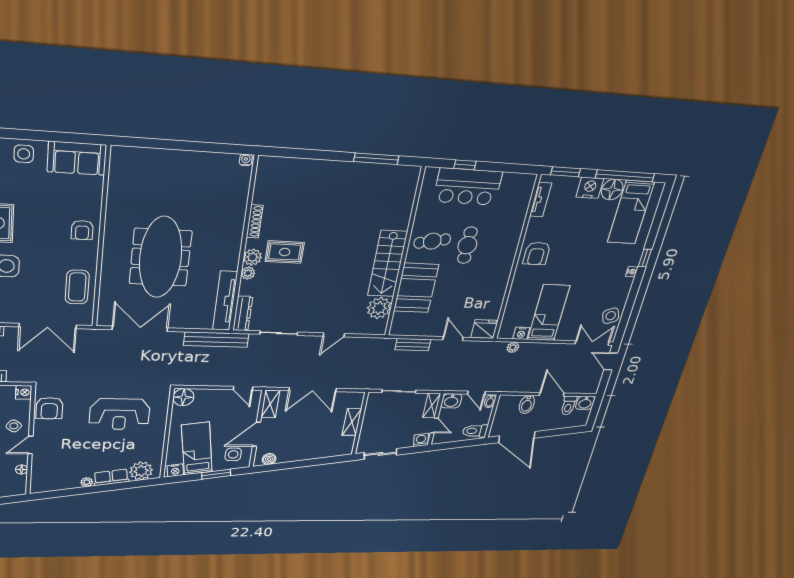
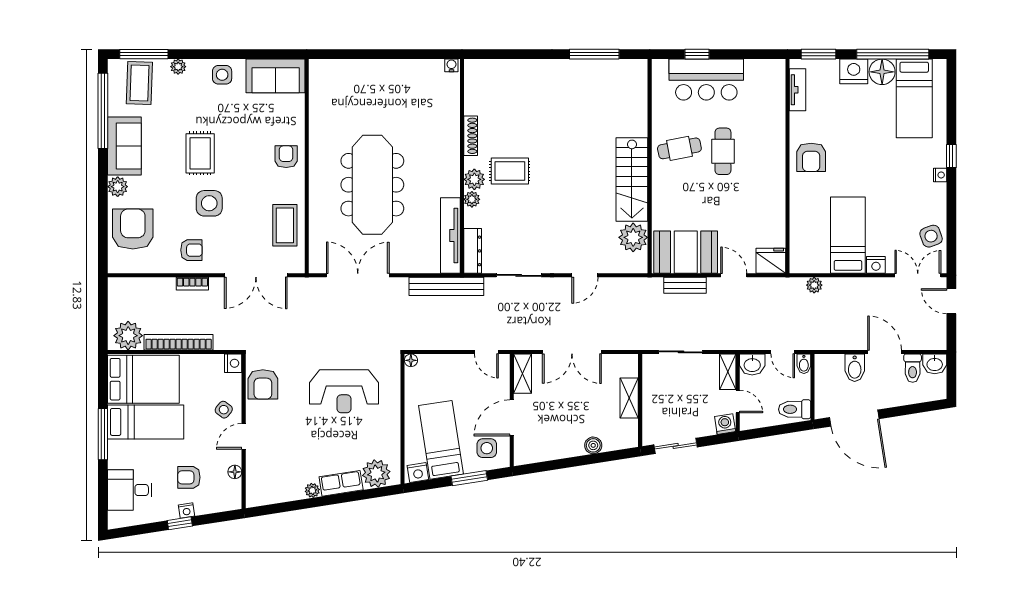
armchair: (82, 230) -> (286, 157), turned 180
booth: (416, 288) -> (686, 252), moved, turned 90
nightstand: (521, 333) -> (876, 265), moved
floor lamp: (183, 397) -> (411, 360), width x0.53, depth x0.53
boiler: (269, 459) -> (593, 445), moved

